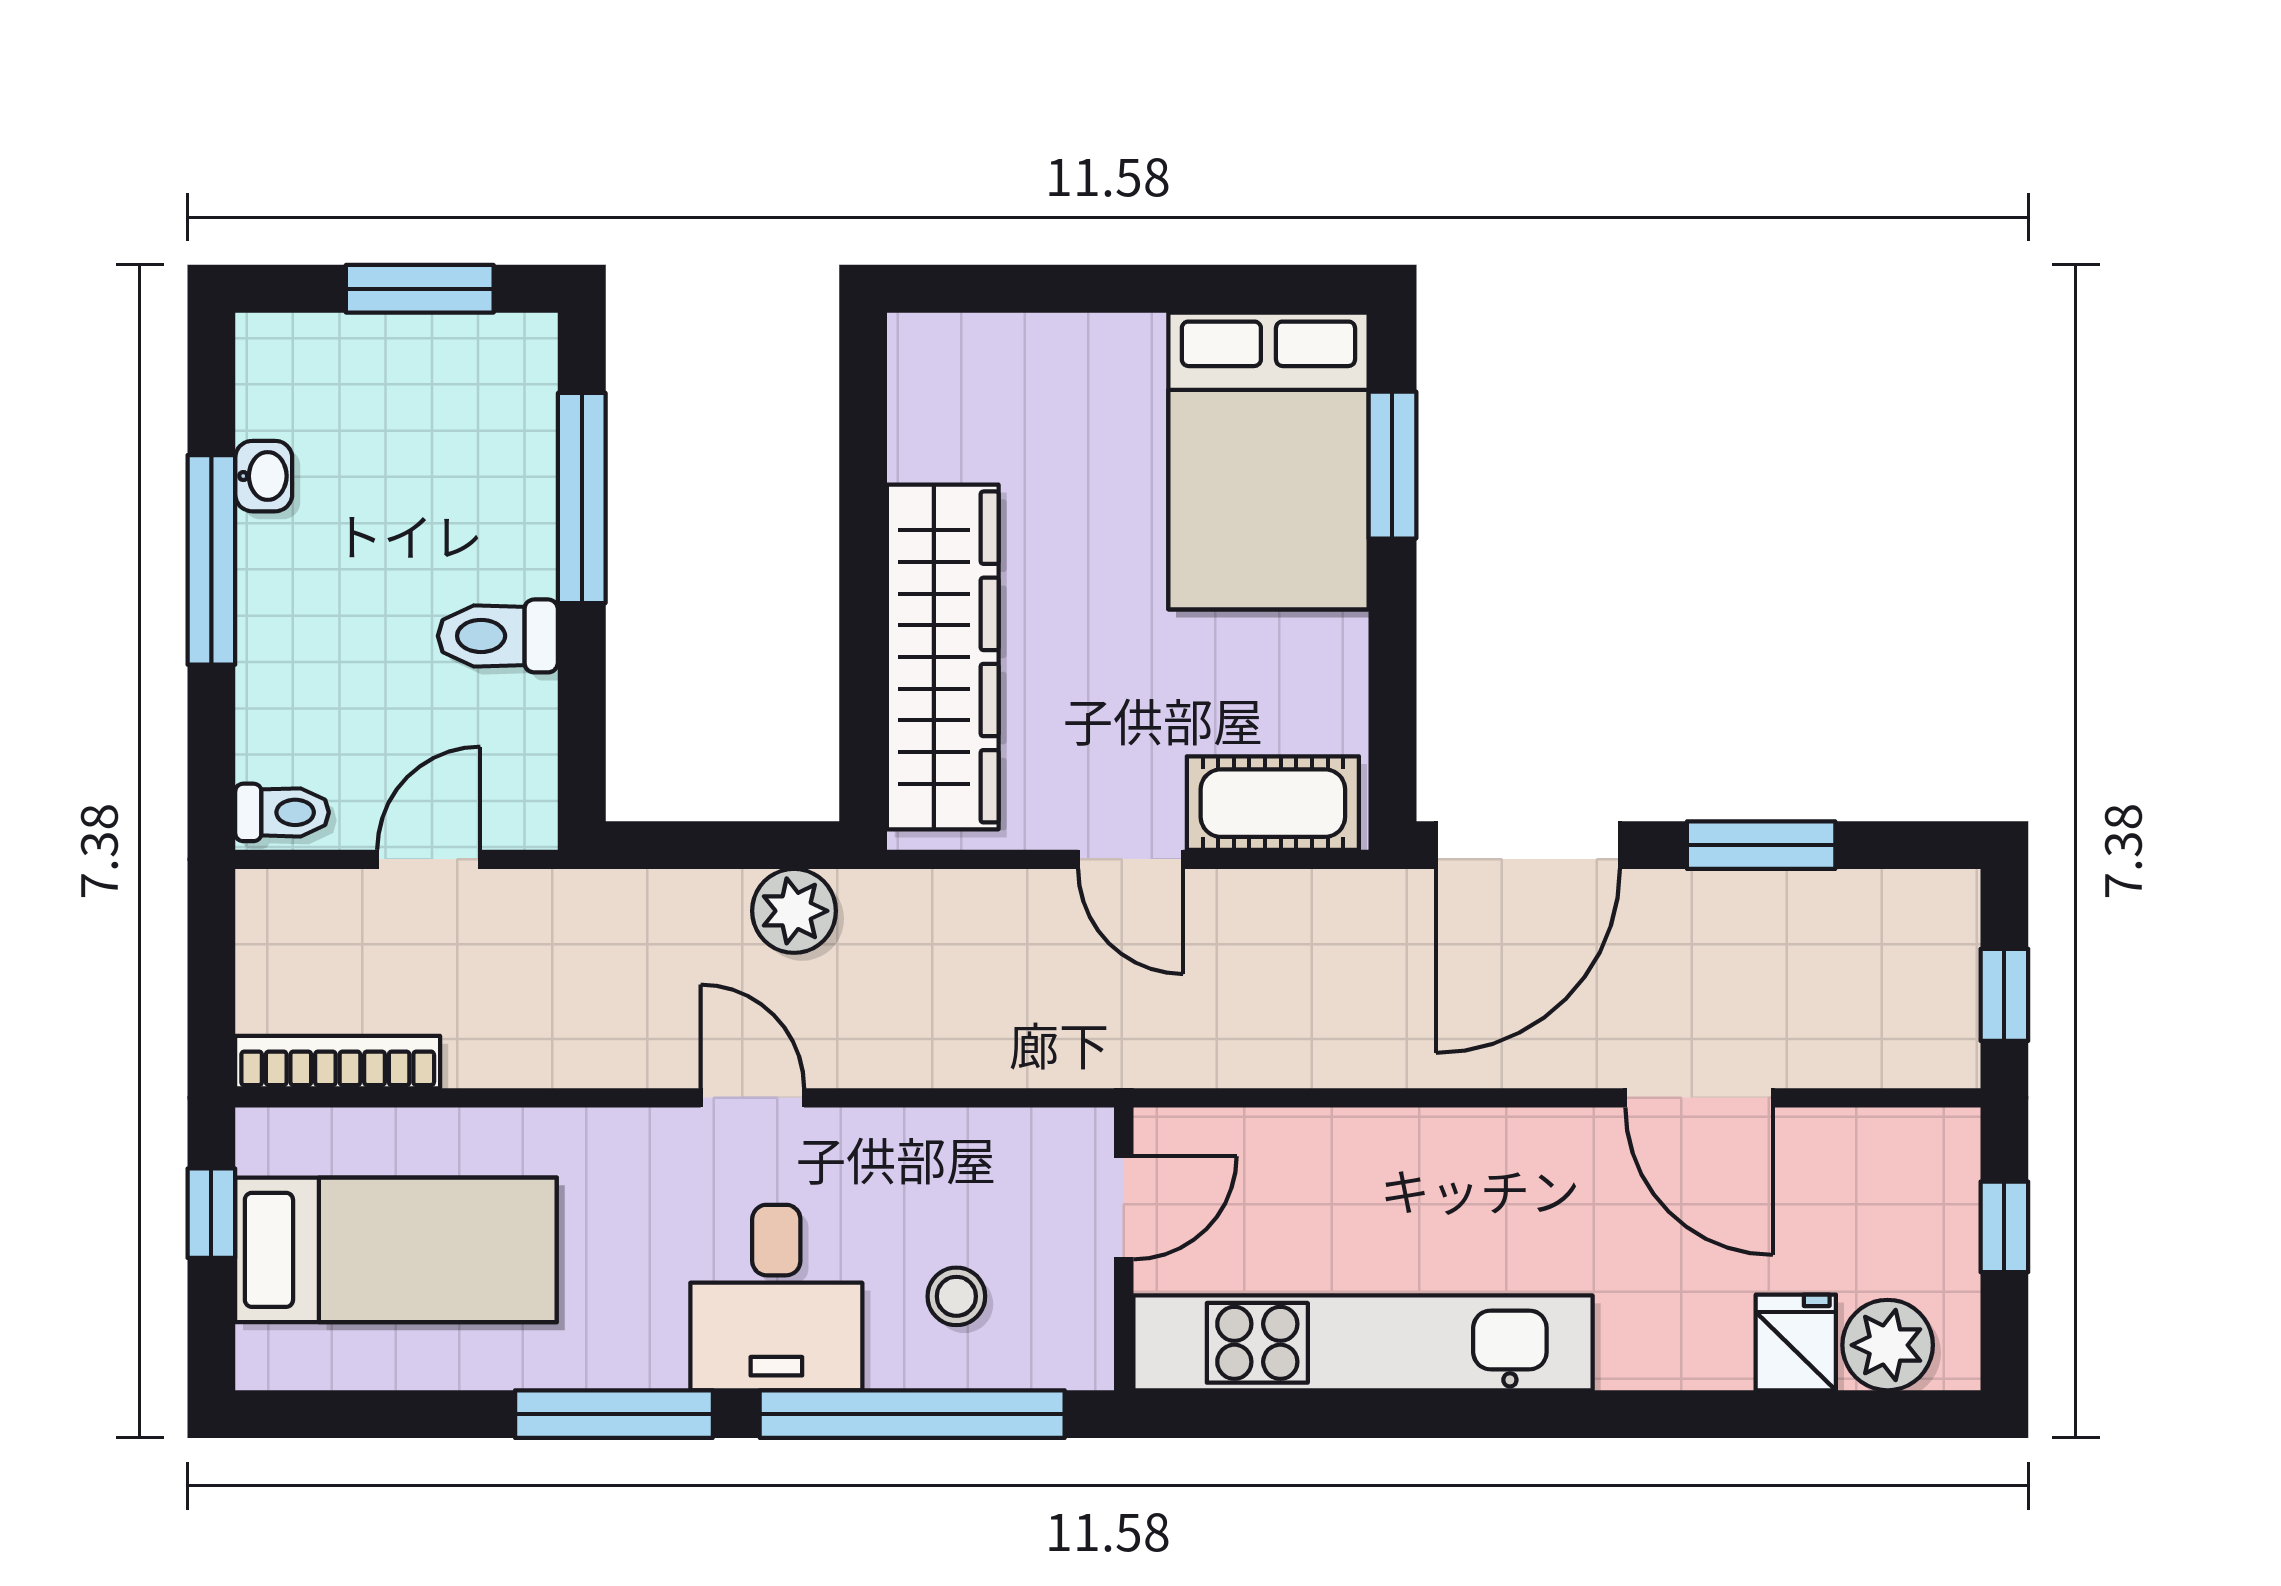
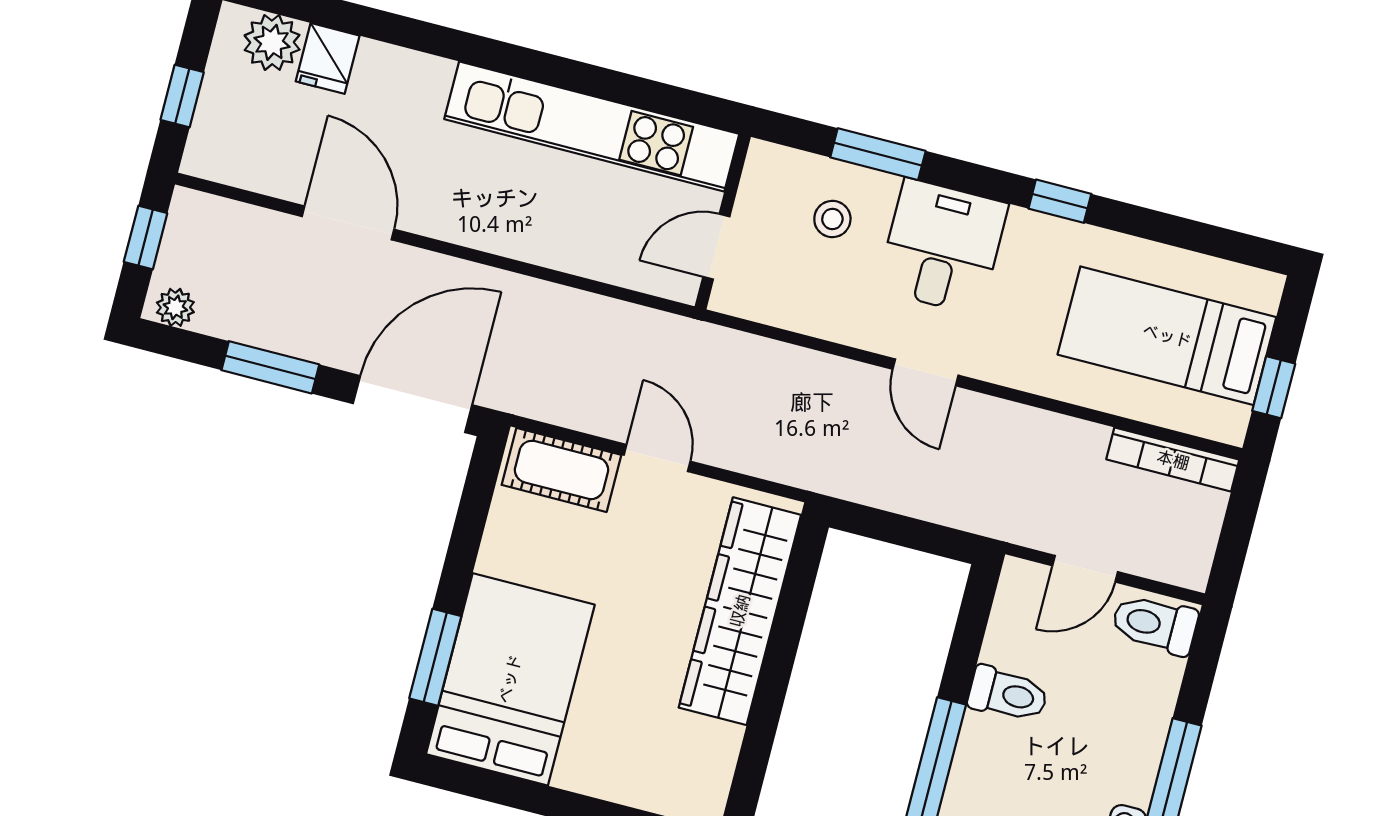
toilet: (282, 812) -> (1155, 624), width x1.37, depth x1.39
plant: (794, 911) -> (175, 307), moved, width x0.73, depth x0.73
window: (614, 1414) -> (1060, 201), width x0.46
window: (912, 1414) -> (878, 154), width x0.47

